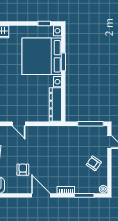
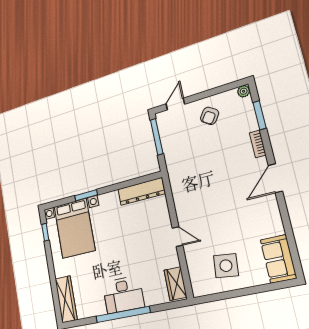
bed with nightstands: (42, 56) -> (74, 228), width x0.73
door: (19, 124) -> (177, 237), hinge flipped
armchair: (23, 170) -> (242, 215), removed

